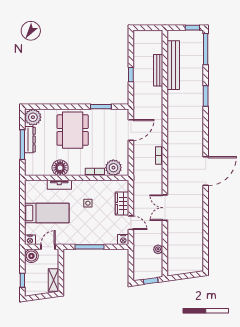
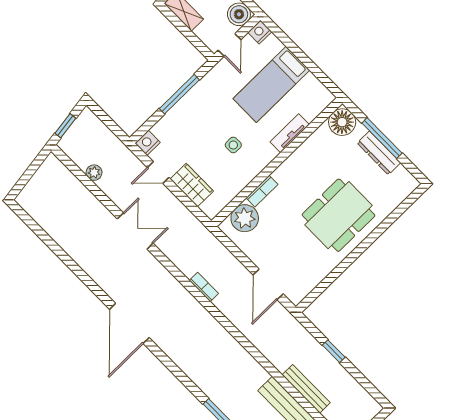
window: (101, 107) -> (332, 277), removed
plant: (33, 117) -> (402, 184), removed
dining table: (73, 130) -> (339, 215), turned 90
floor lamp: (60, 168) -> (342, 122), moved

